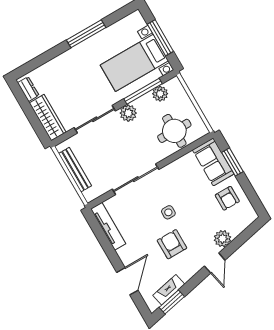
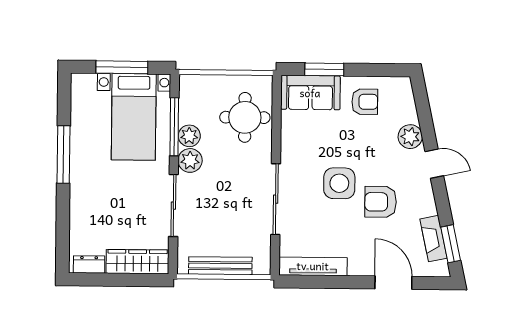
plant: (160, 94) -> (189, 136), moved
side table: (168, 212) -> (339, 183), width x1.87, depth x1.87

